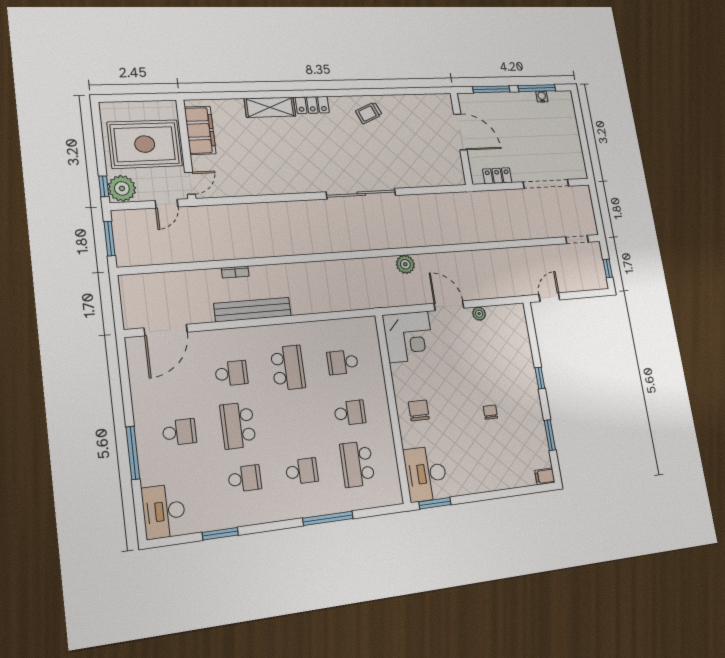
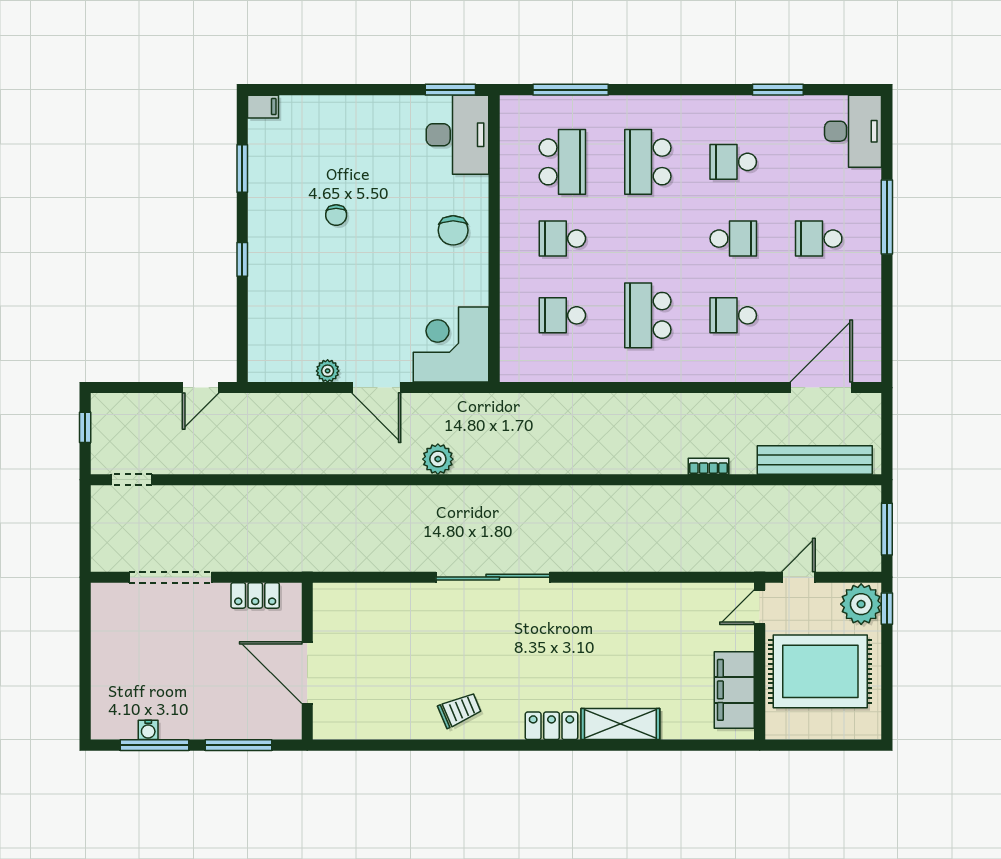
bench: (253, 310) -> (815, 460), moved
school desk: (343, 362) -> (562, 315), turned 180
school desk: (238, 425) -> (733, 239), width x0.54
school desk: (302, 471) -> (648, 162), width x1.85
window: (328, 518) -> (571, 90), moved

